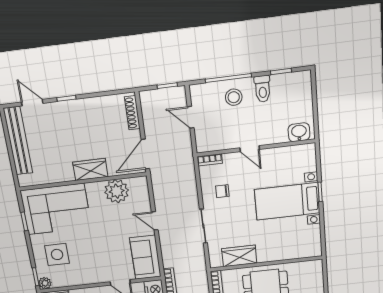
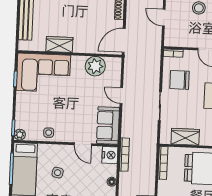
wardrobe: (90, 169) -> (59, 44), moved
chair: (222, 191) -> (179, 80), width x1.87, depth x1.87
side table: (57, 254) -> (49, 133), moved, width x0.54, depth x0.54

